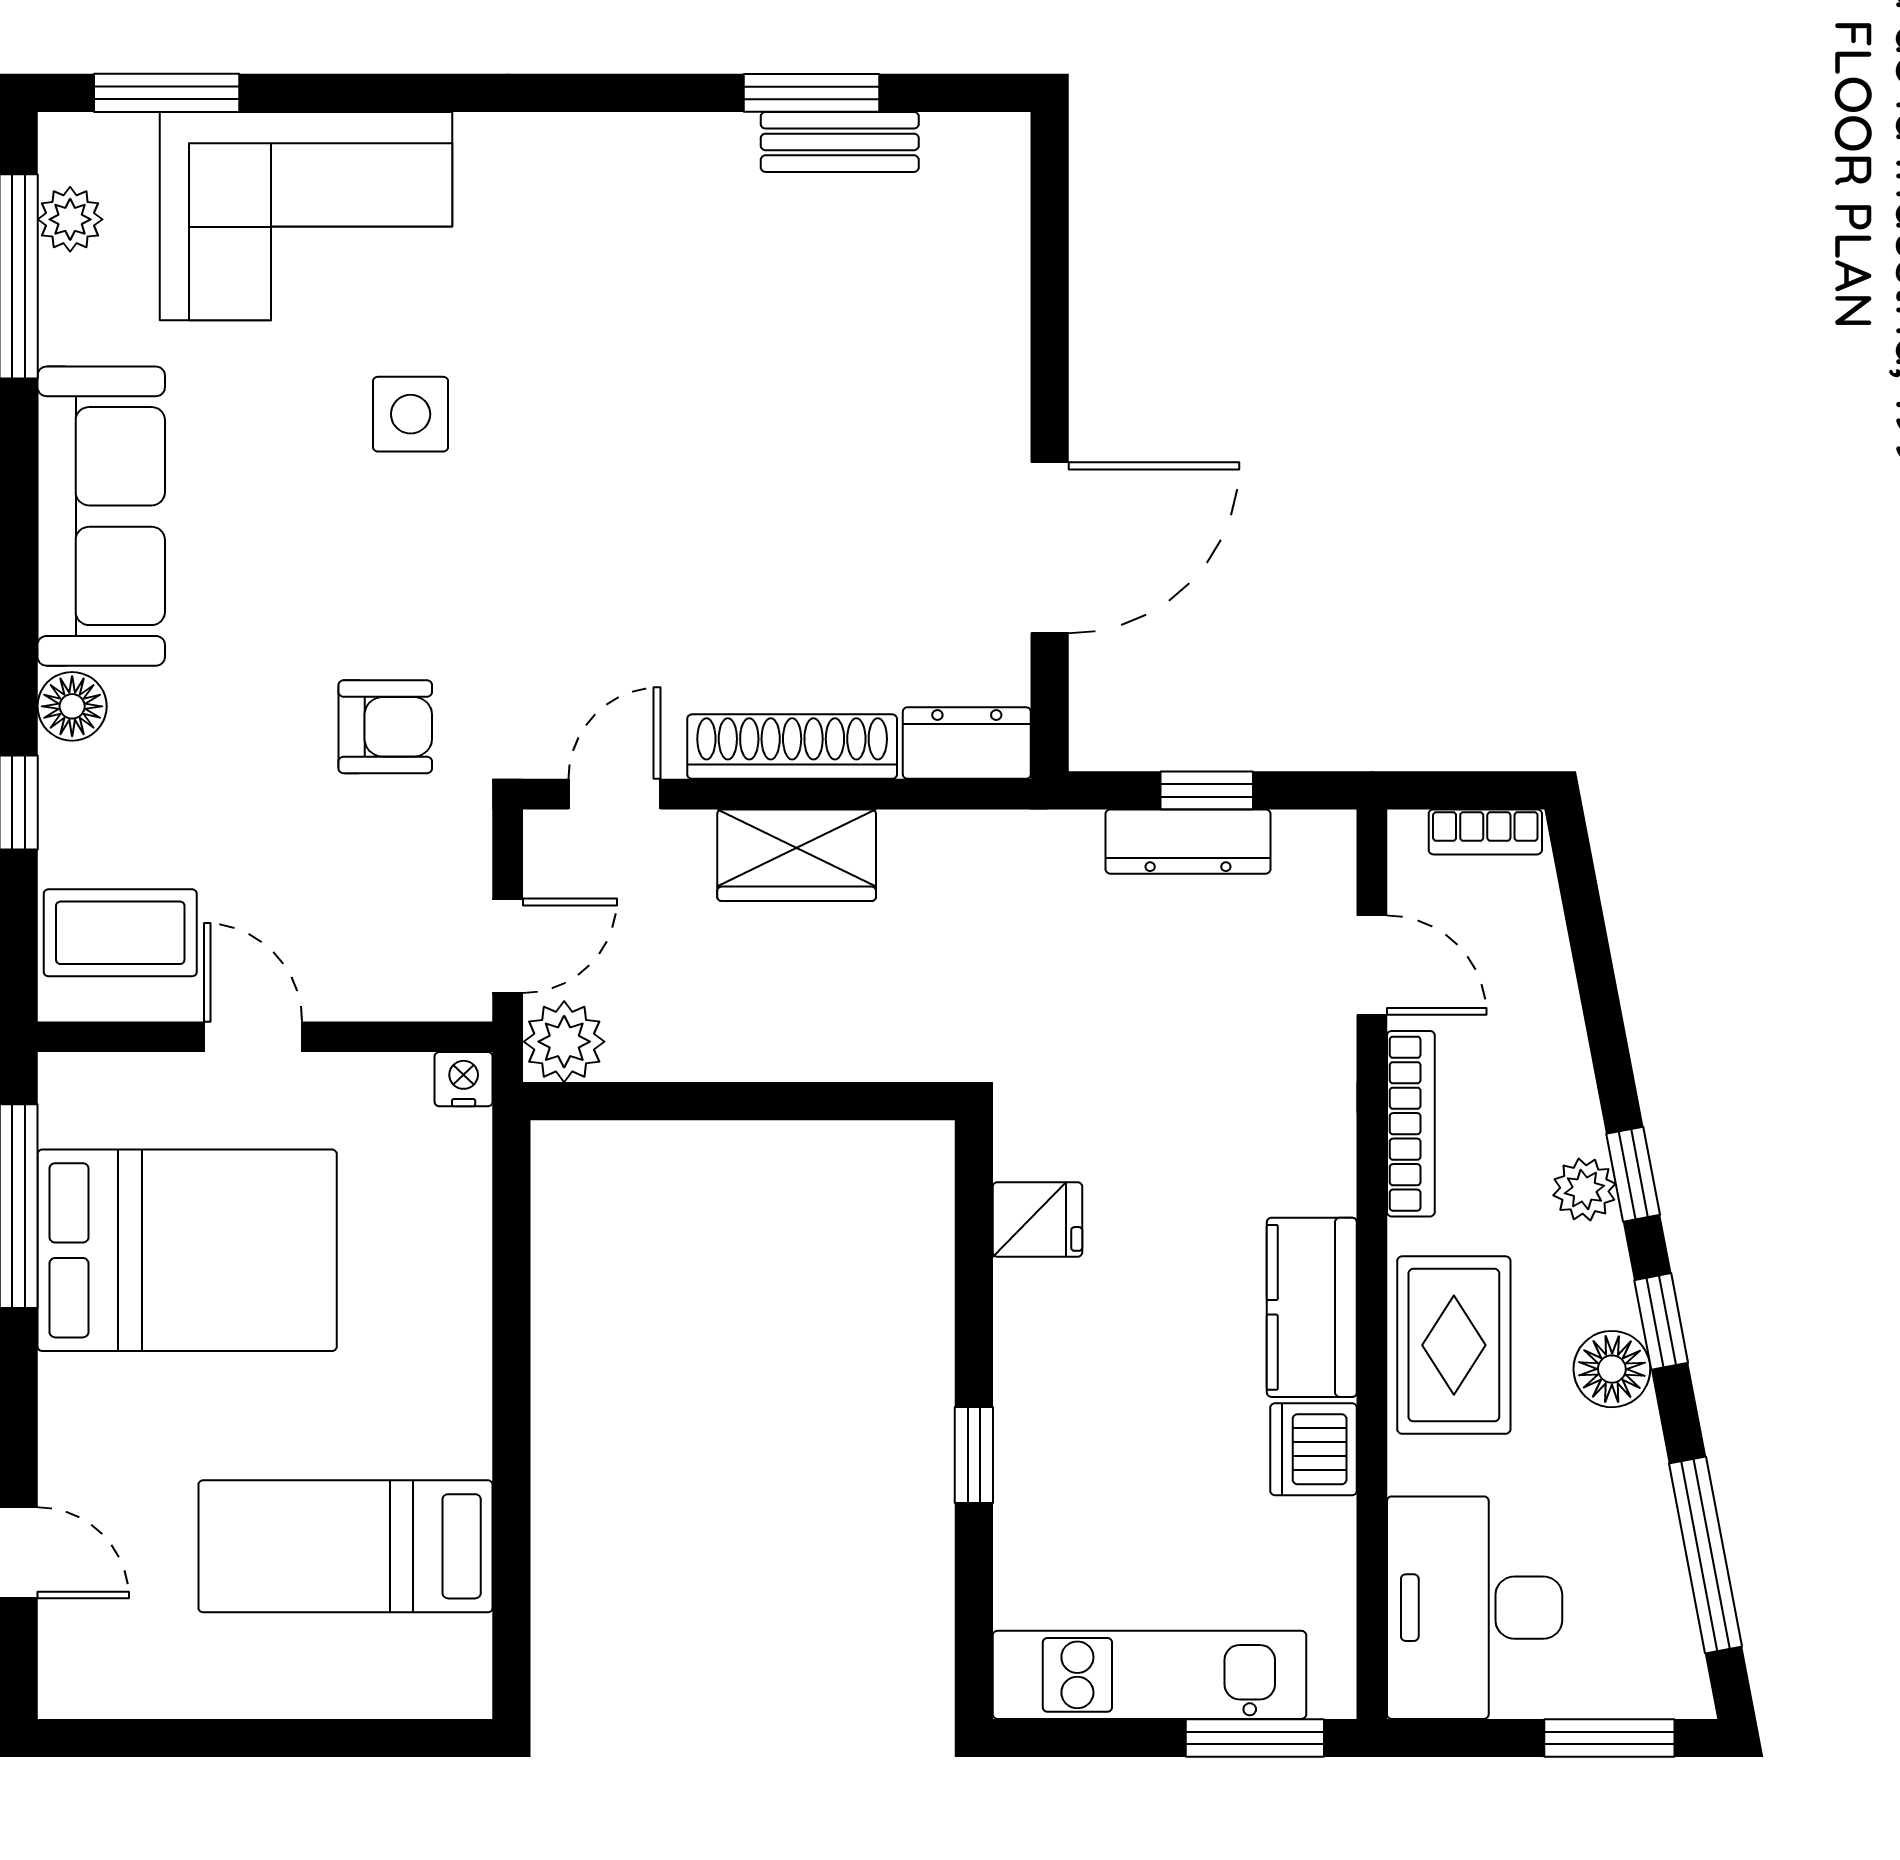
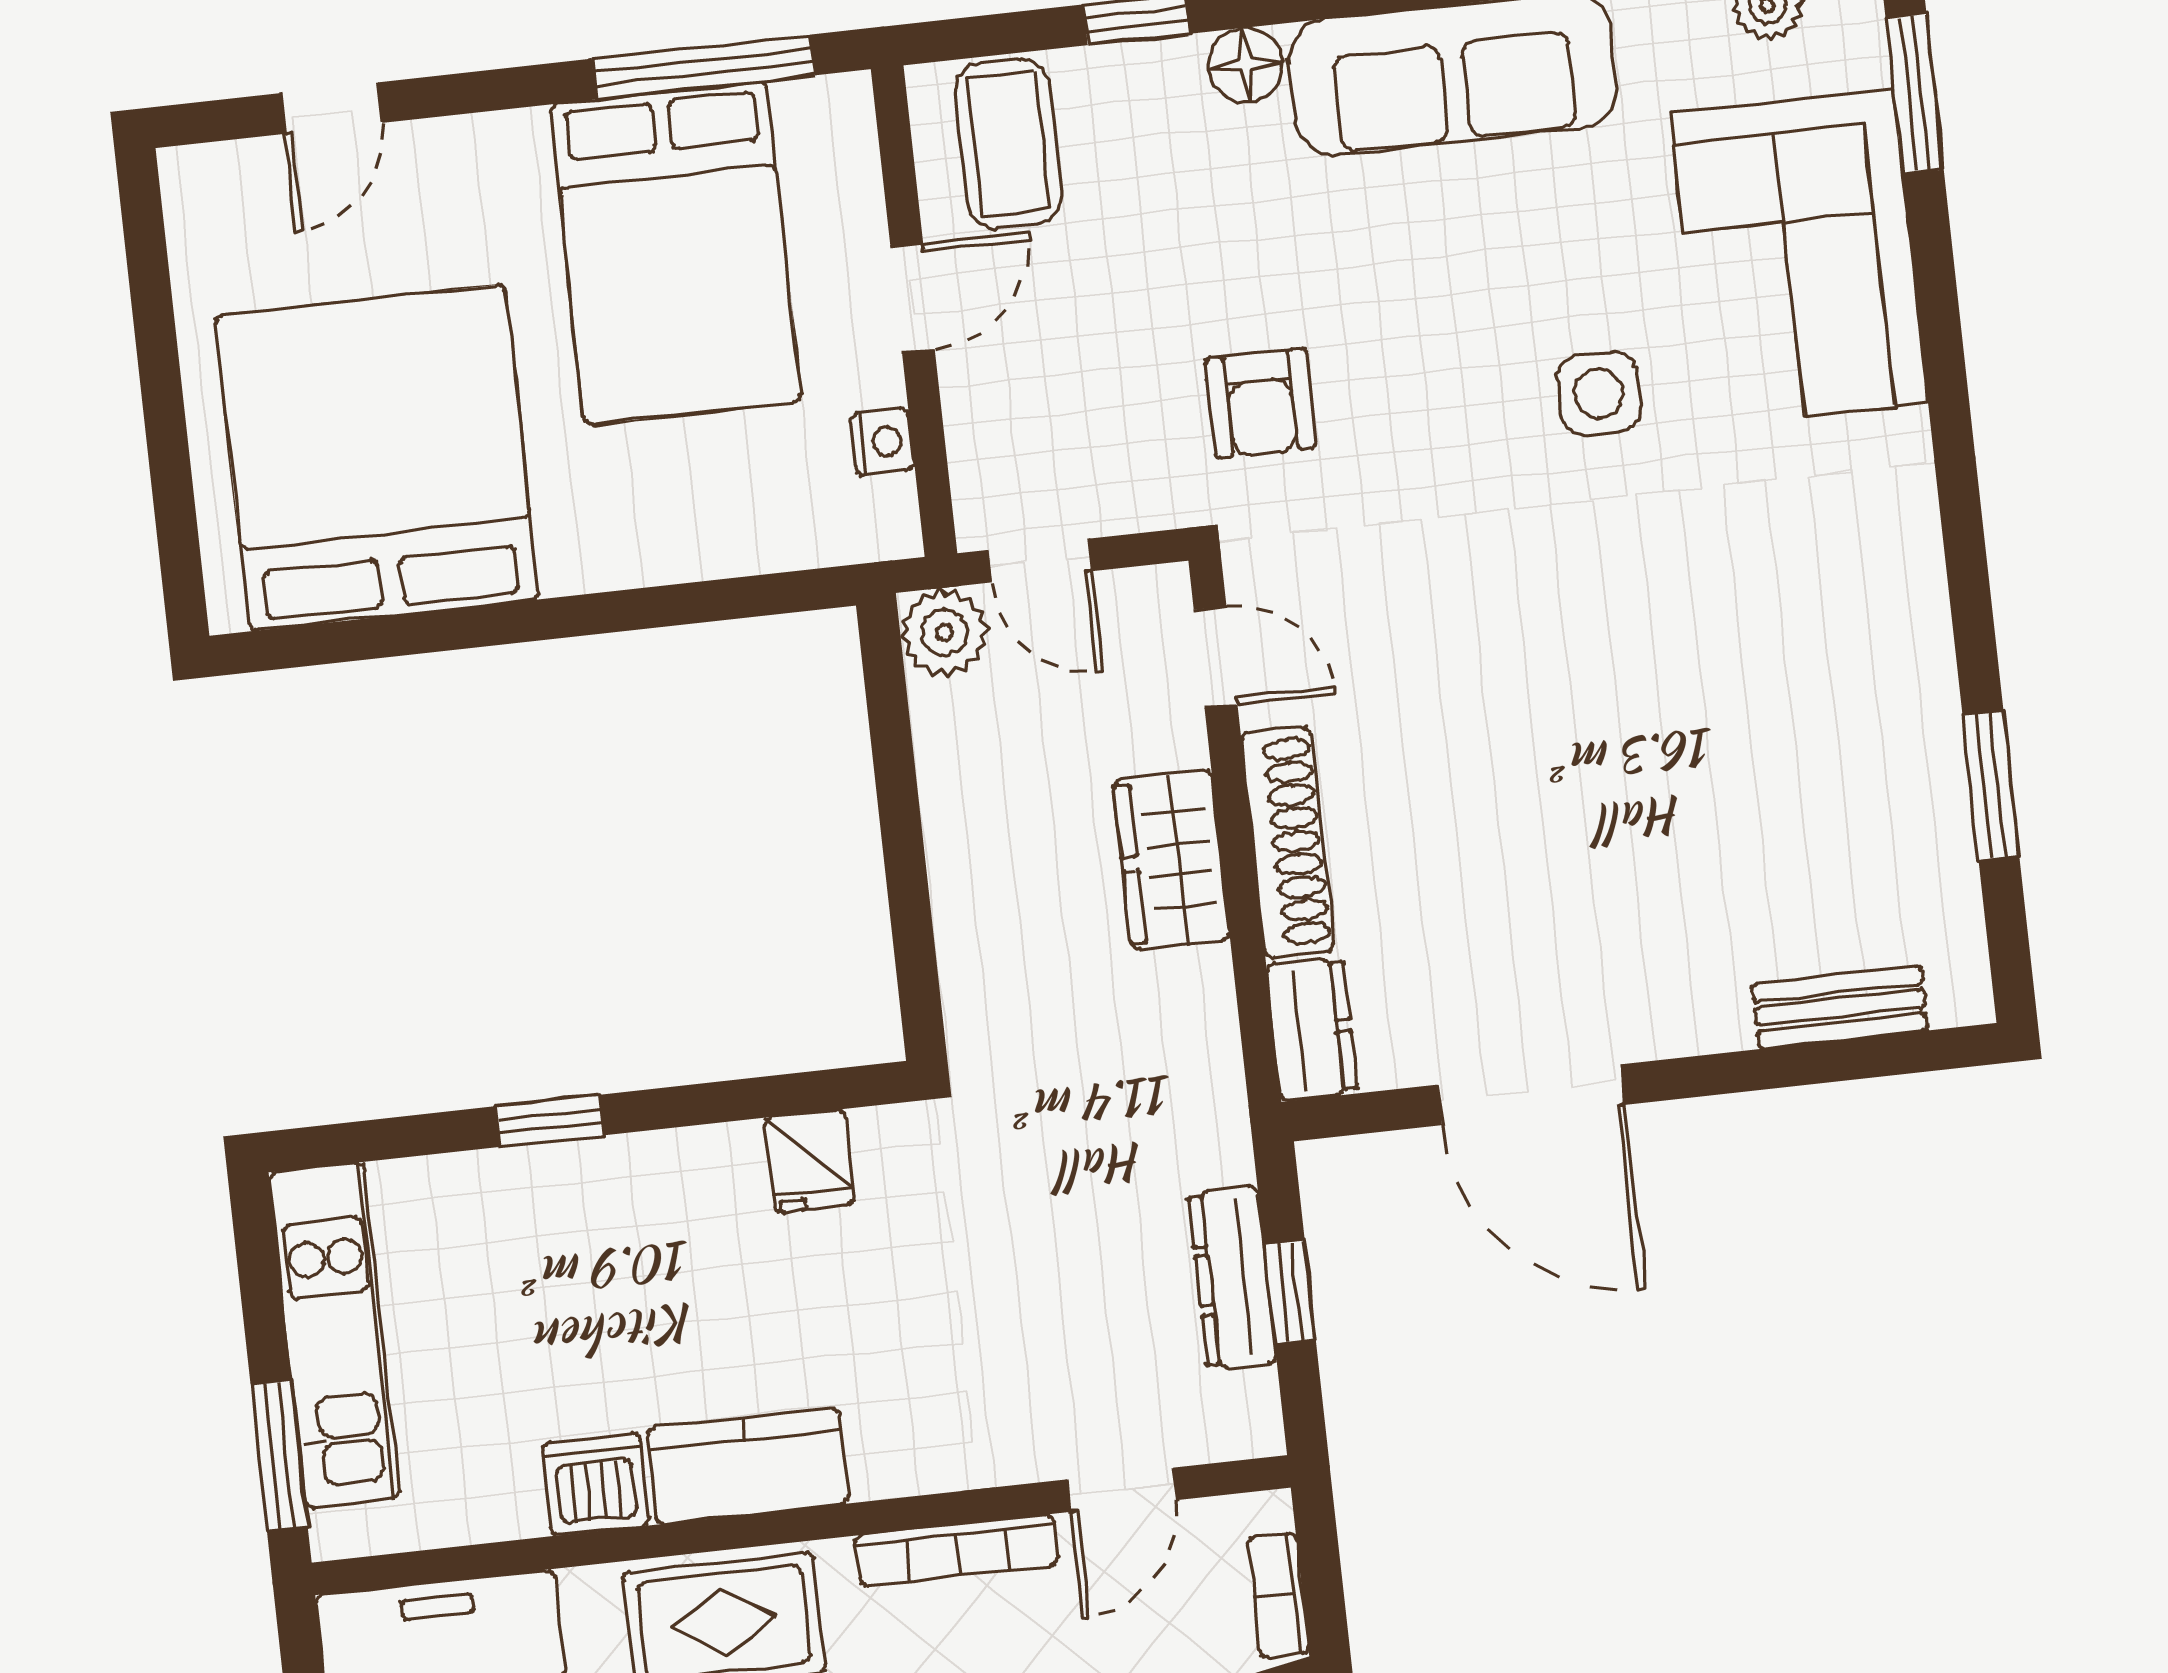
bench: (840, 142) -> (1840, 1007), moved, turned 90
nightstand: (464, 1079) -> (882, 442), moved
bed: (345, 1546) -> (377, 458), width x2.04

